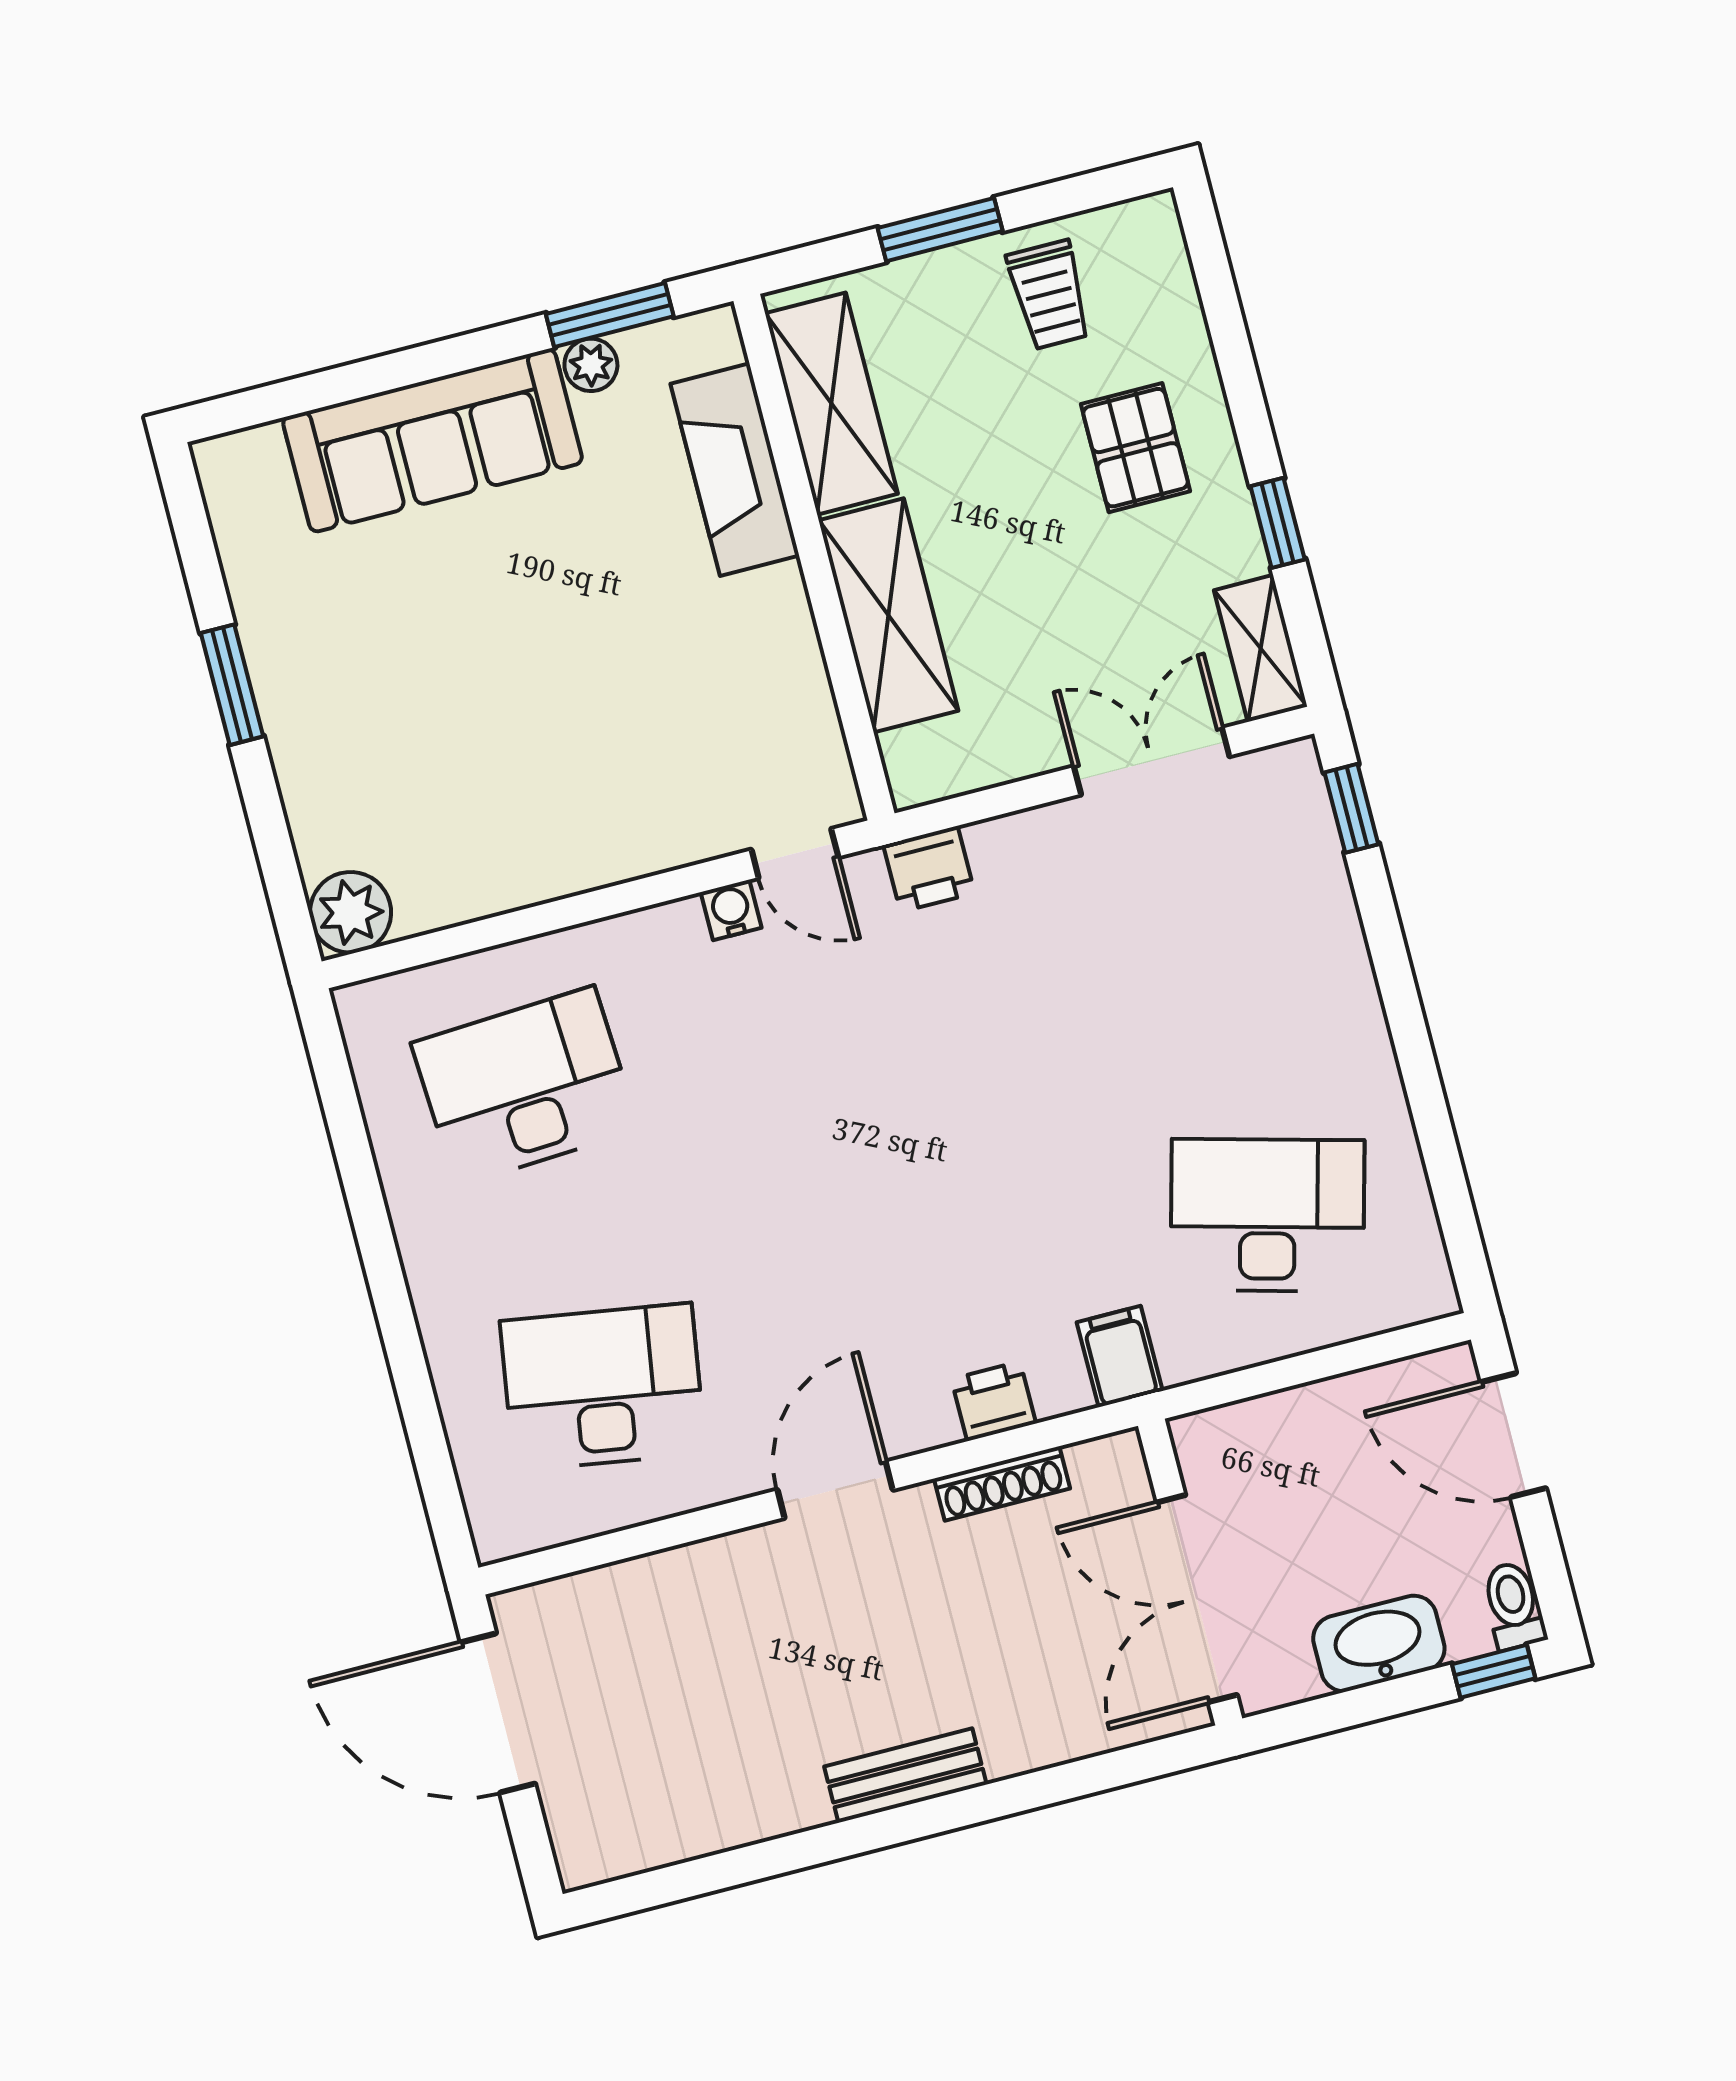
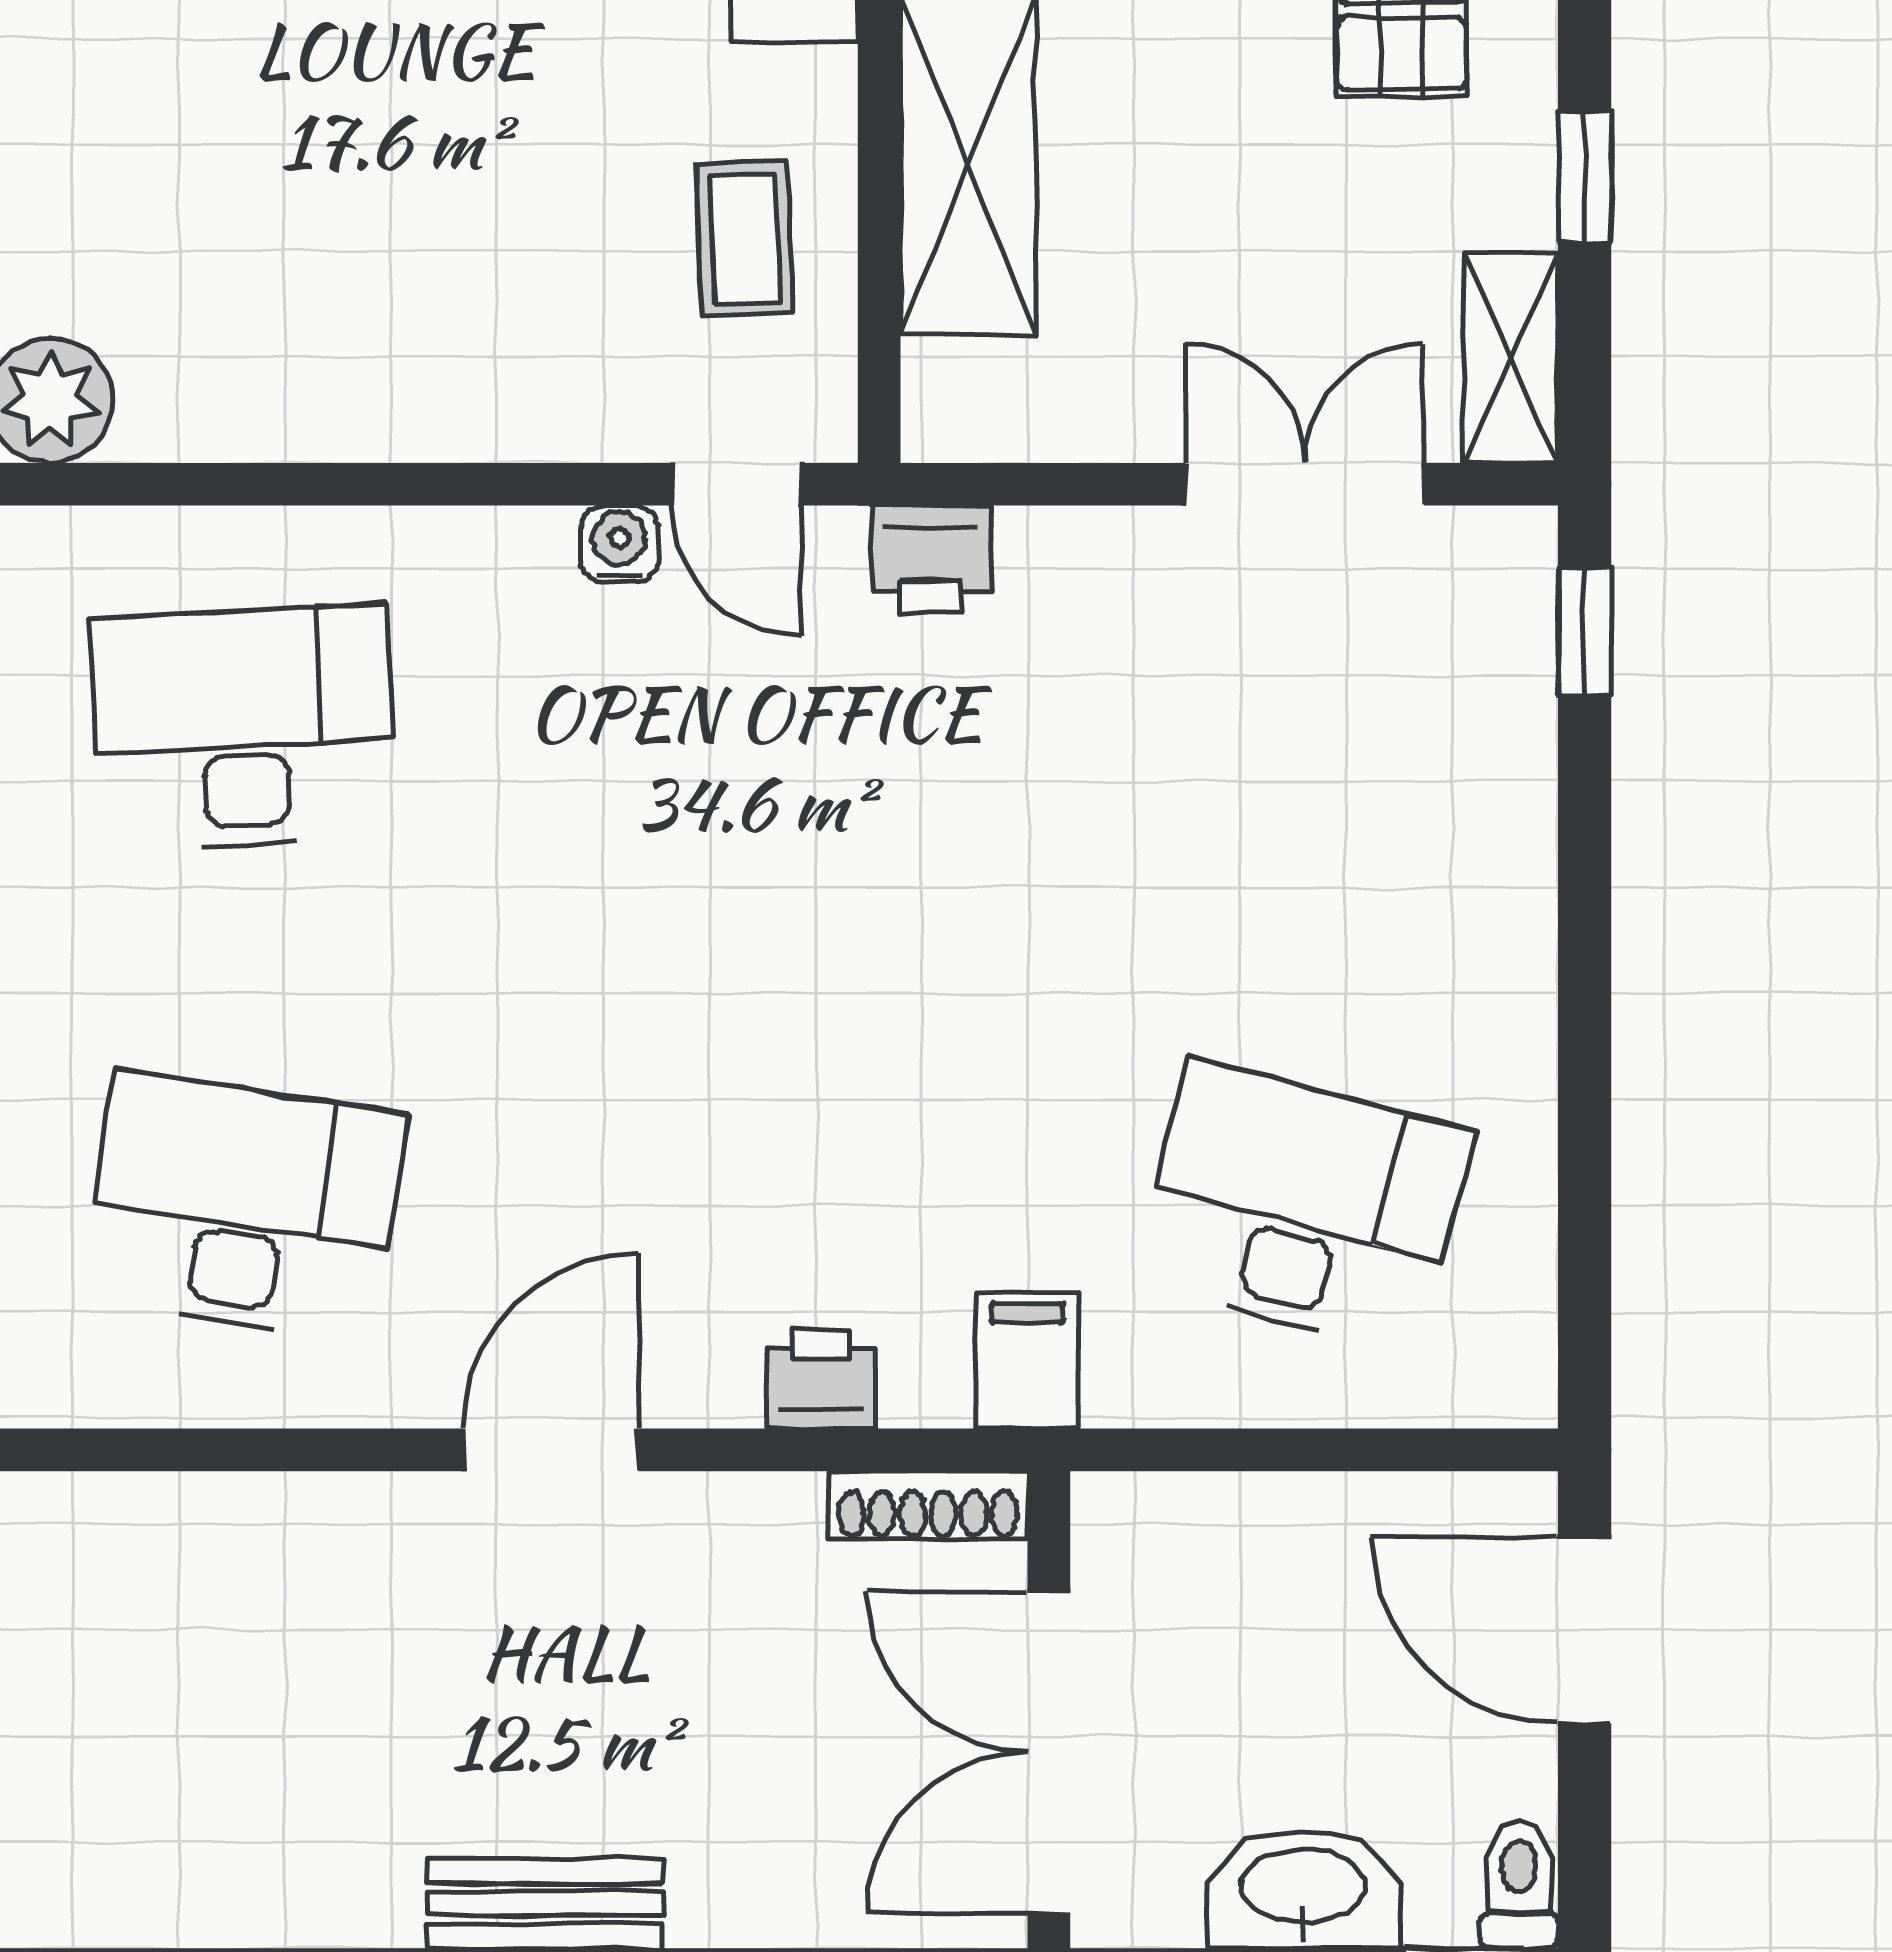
coffee table: (760, 698) -> (745, 239), added
shoe rack: (1002, 1484) -> (928, 1505), moved

